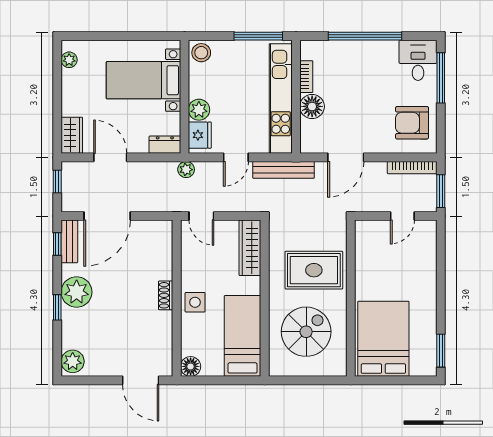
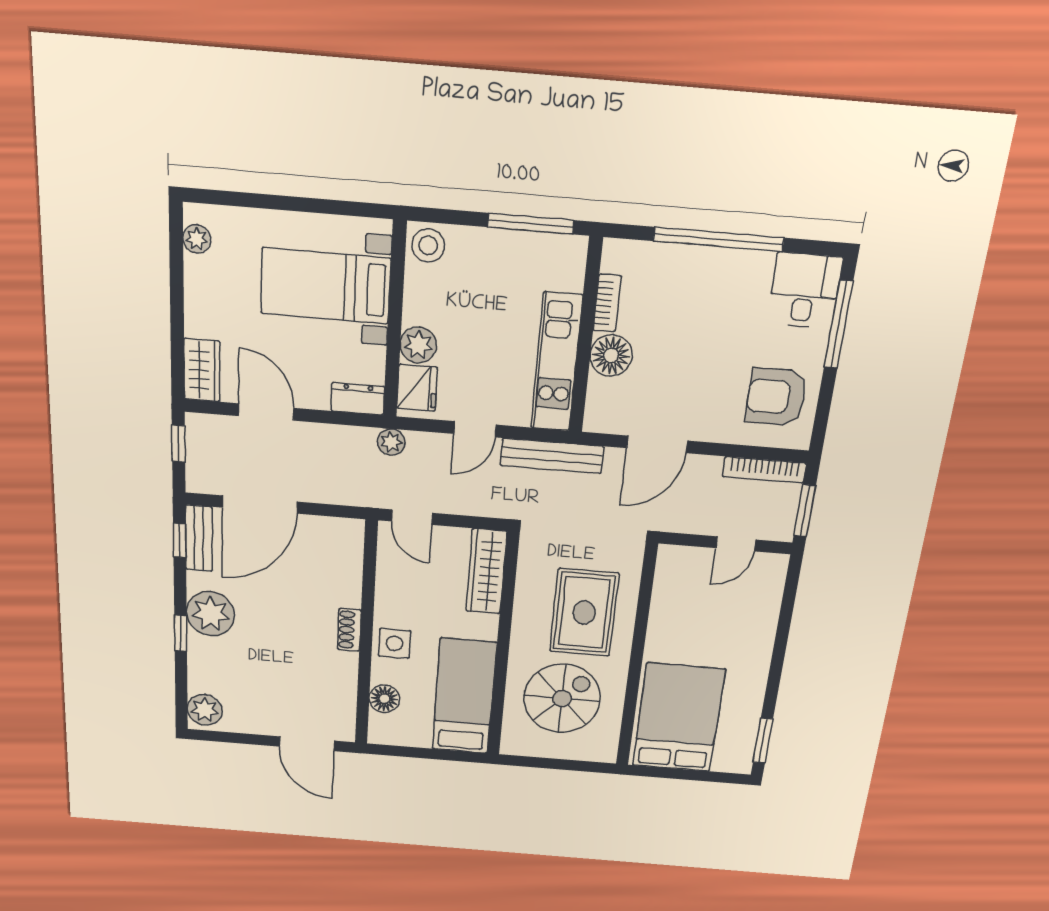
kitchen unit: (281, 98) -> (557, 362), width x0.73
rug: (314, 270) -> (584, 613), turned 90
floor lamp: (191, 366) -> (384, 699), moved

